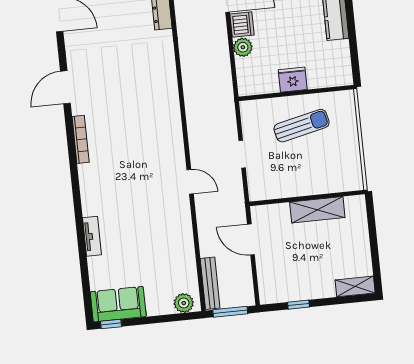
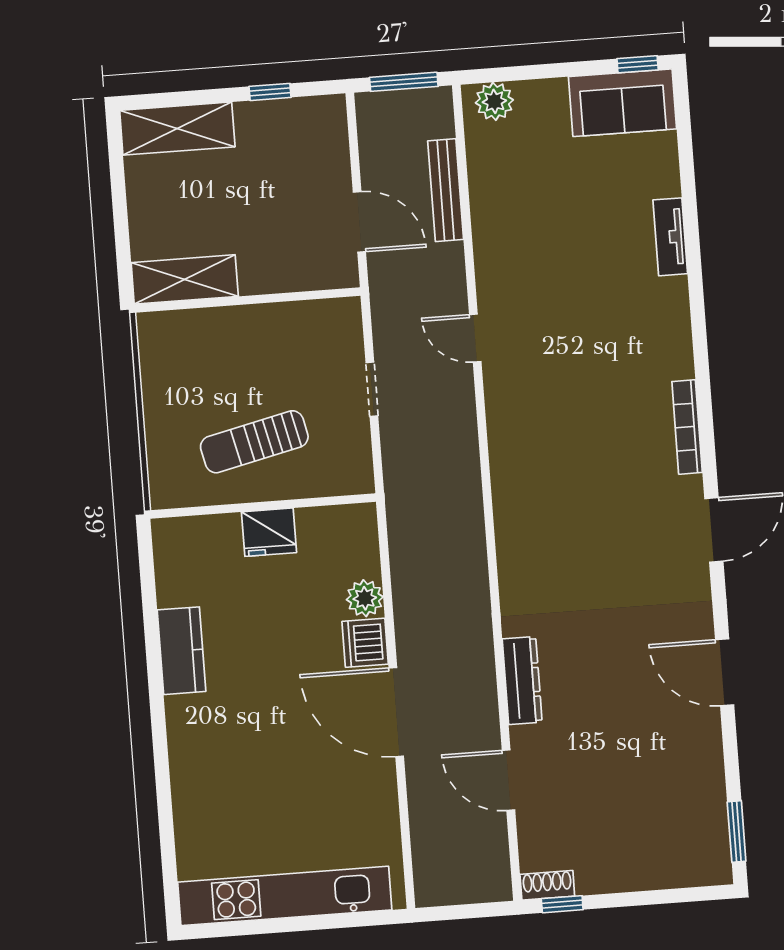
shelving: (317, 210) -> (185, 279), moved
bench: (210, 283) -> (446, 190), moved
shelving: (355, 286) -> (177, 129), width x1.50, depth x1.33

